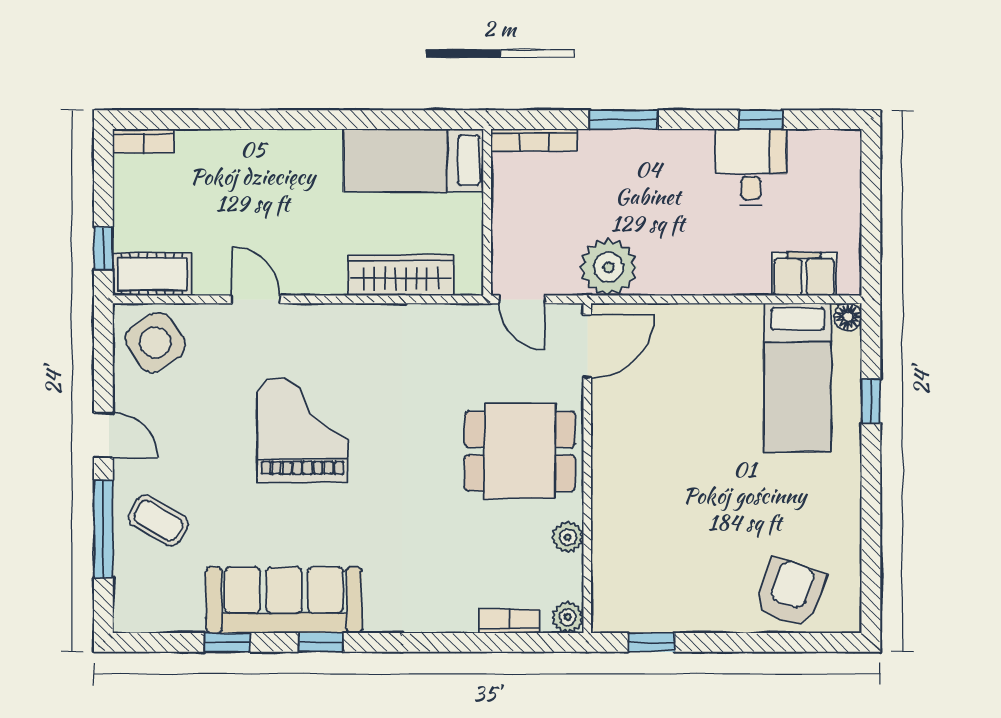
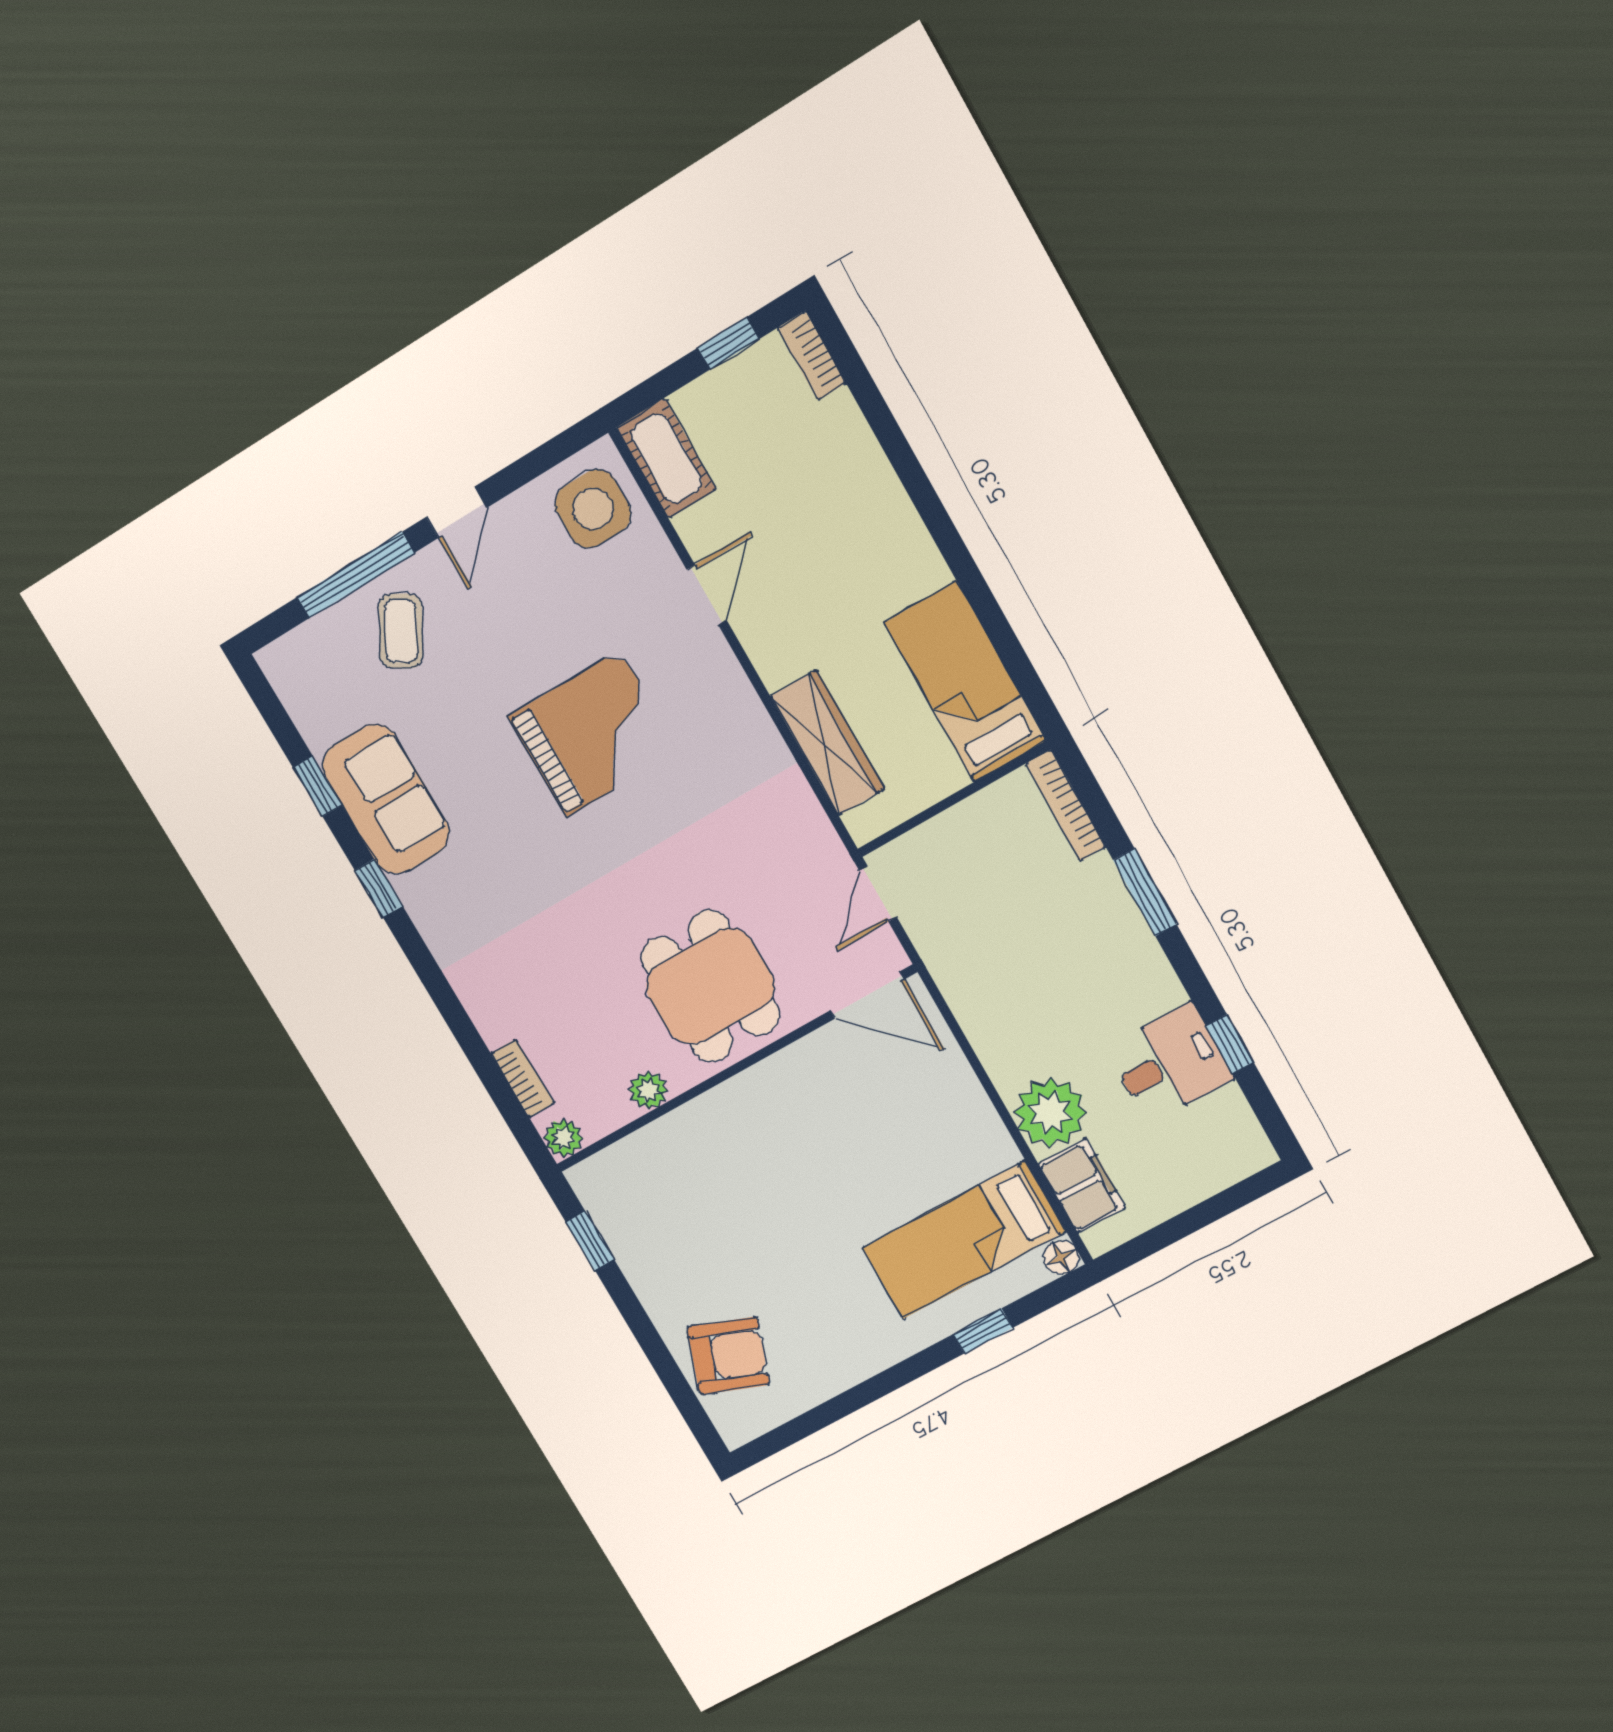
window: (103, 248) -> (728, 343), moved
plant: (609, 267) -> (1050, 1112), moved
side table: (155, 342) -> (593, 509), turned 35
sofa: (284, 600) -> (386, 799), width x0.73

